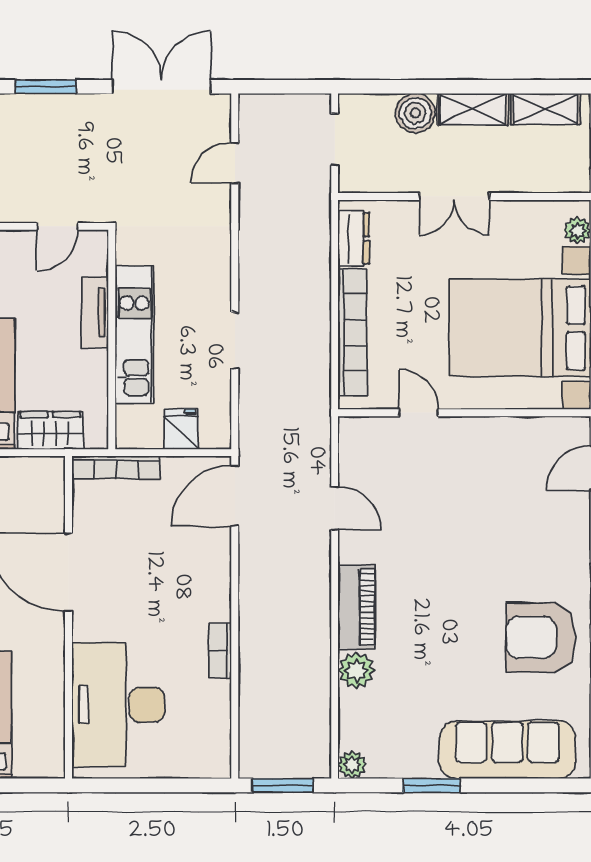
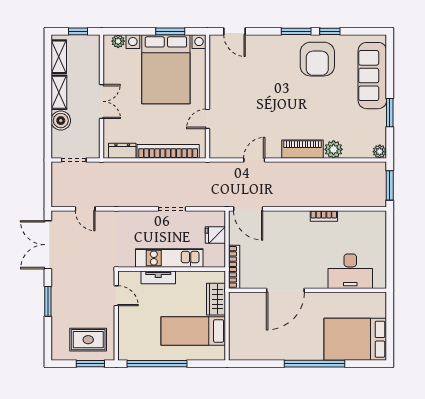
desk: (118, 705) -> (350, 271), width x0.73, depth x0.77

